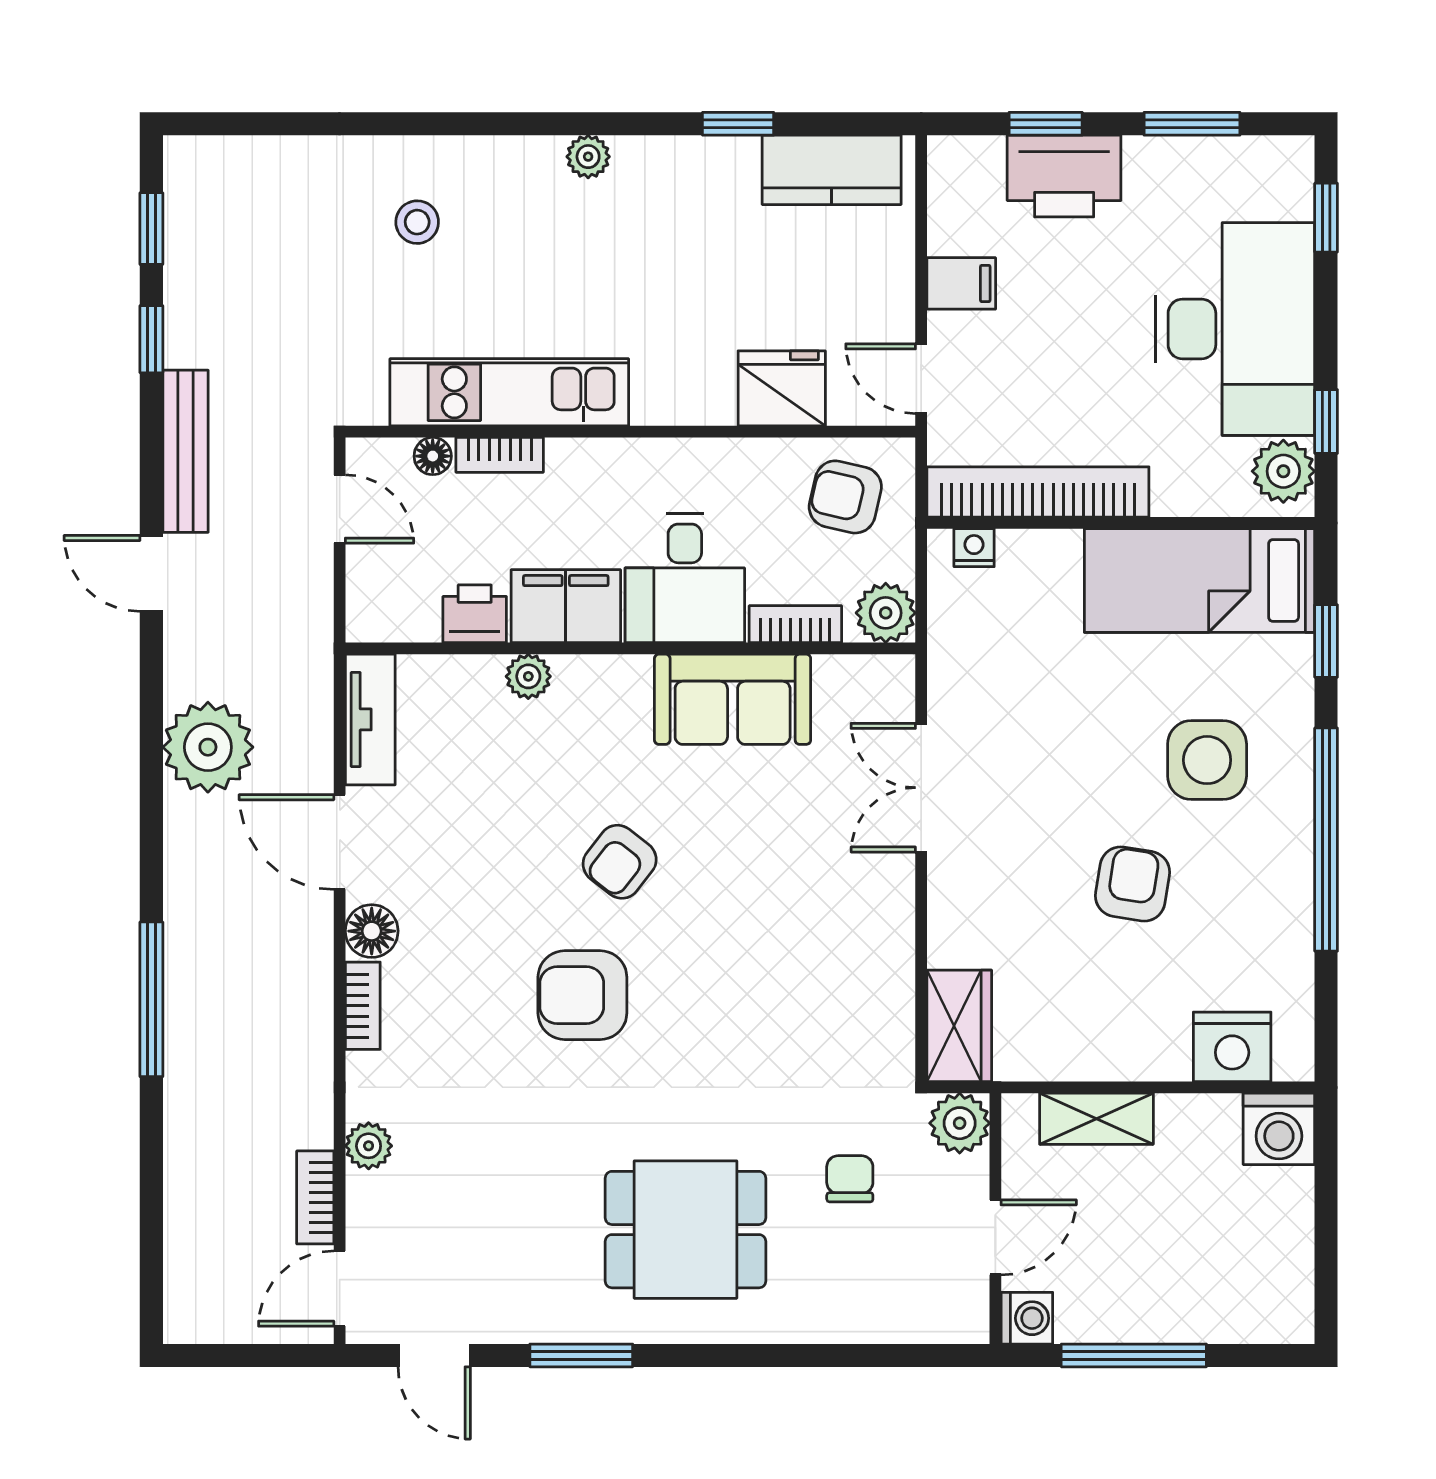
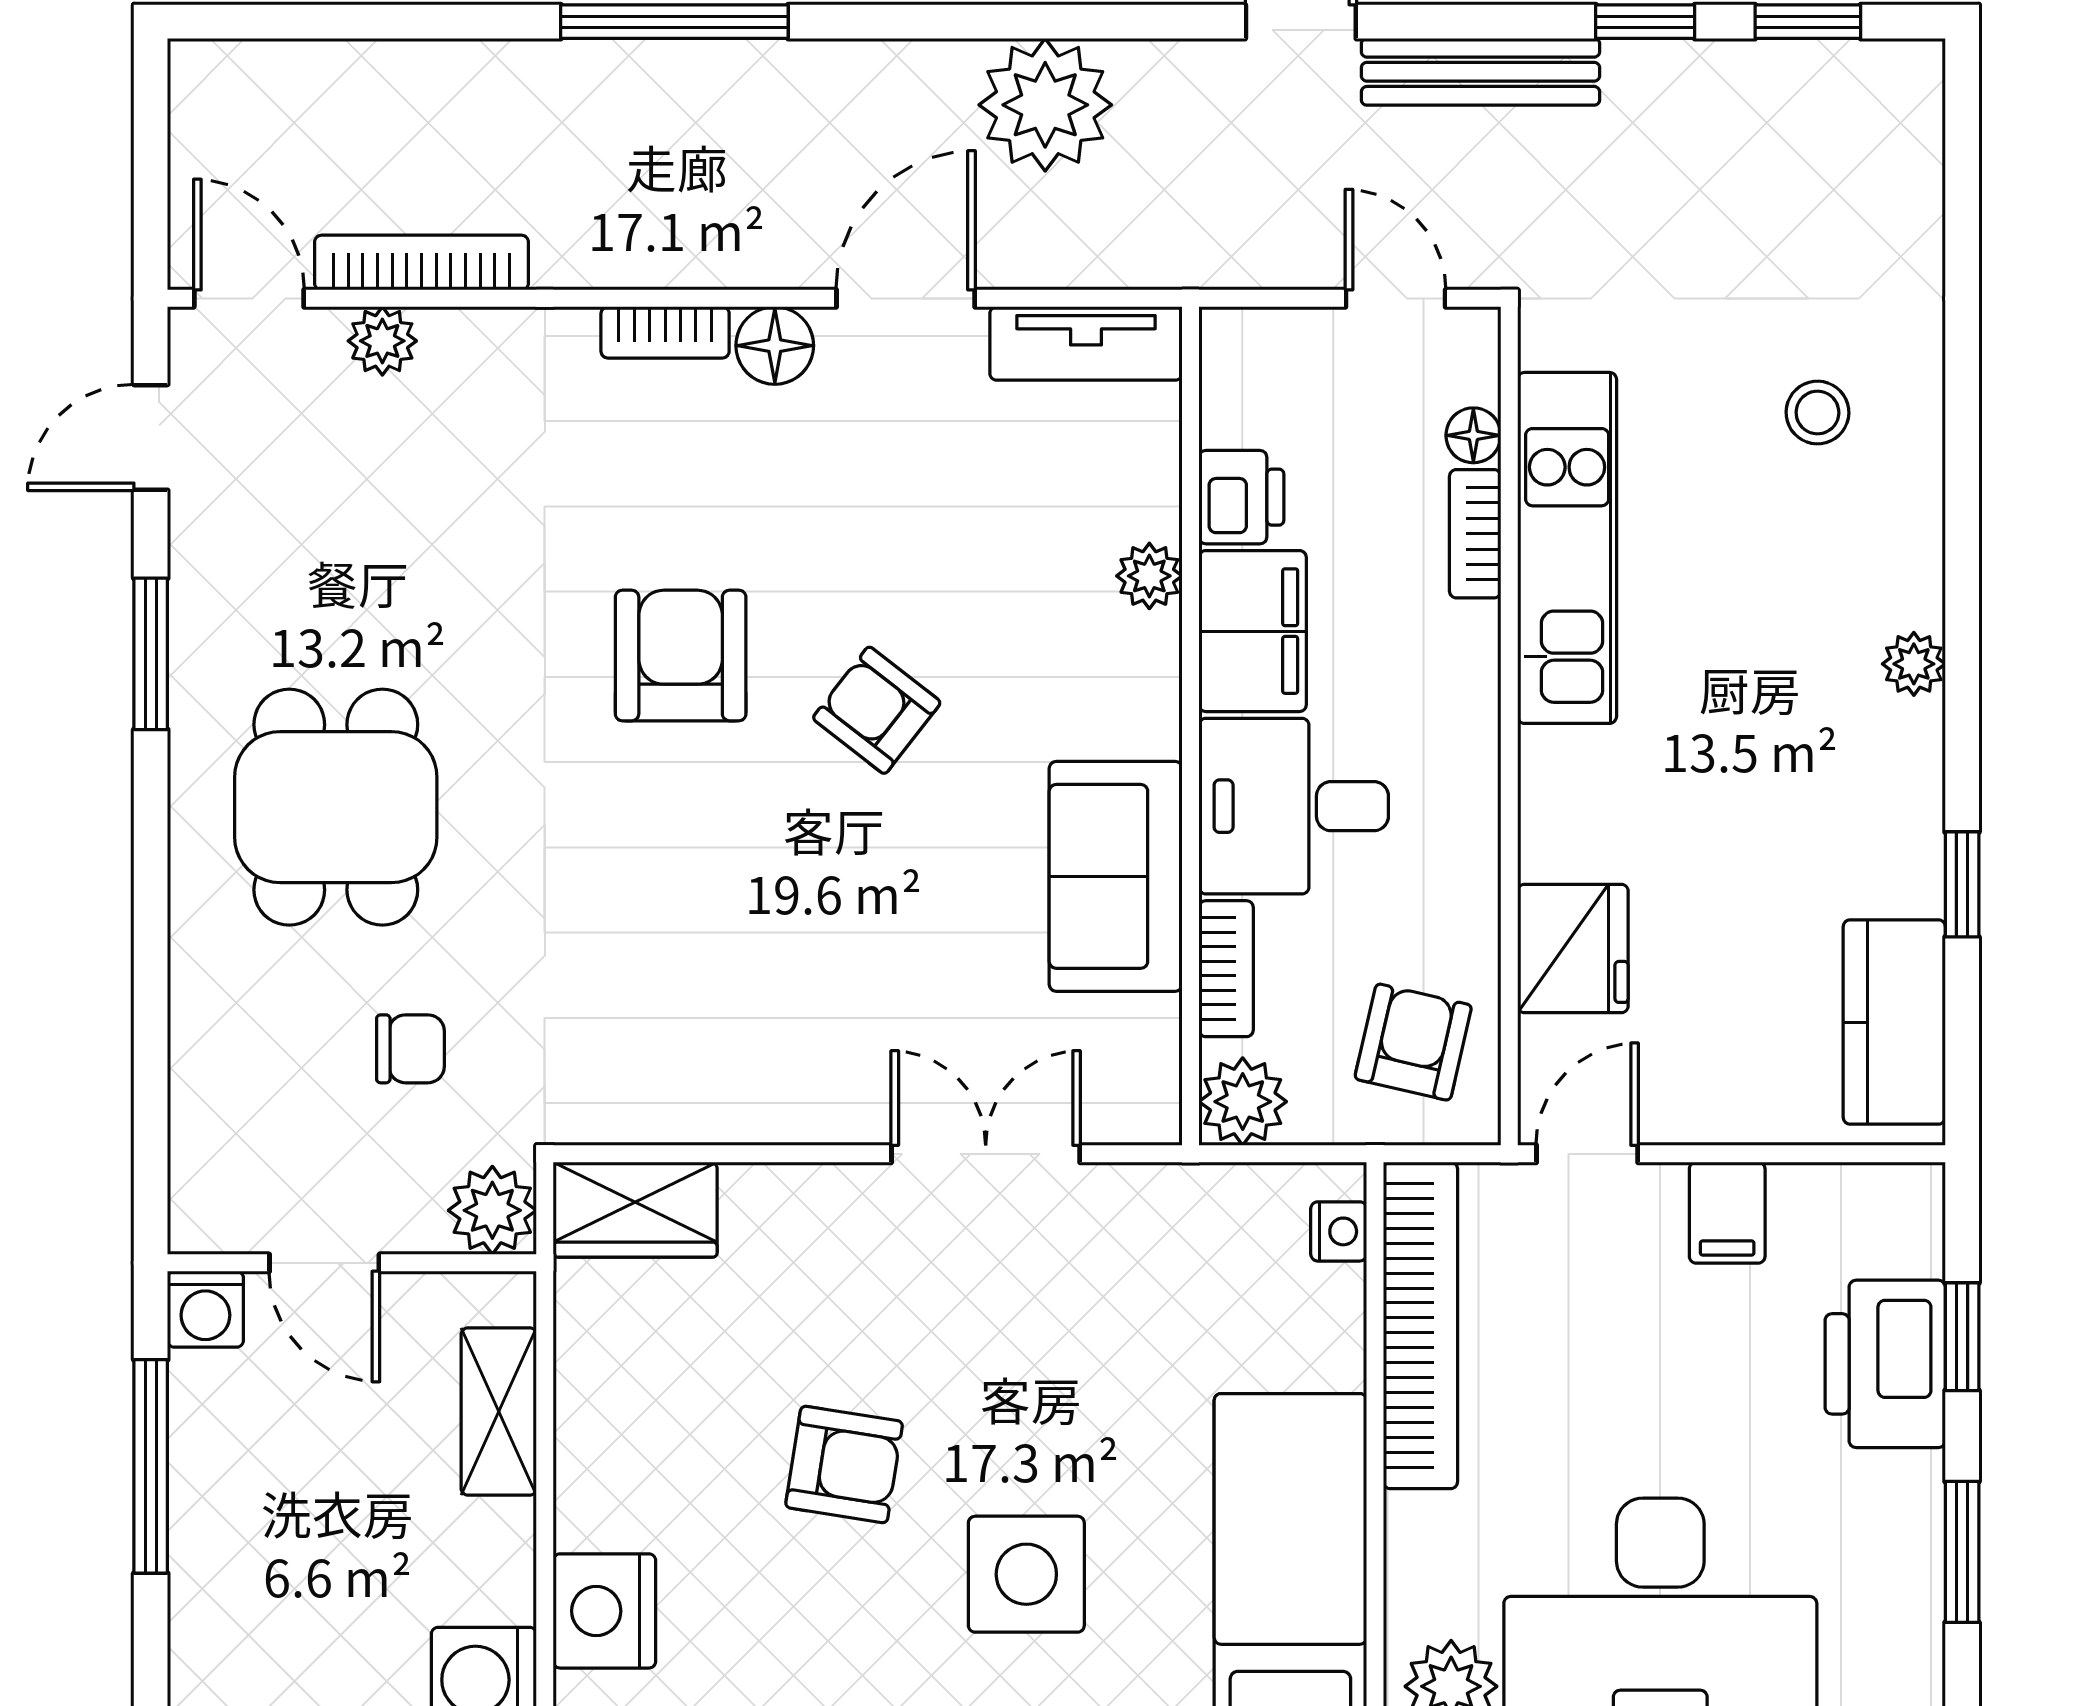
door: (340, 509) -> (1396, 298), swing flipped
plant: (369, 1146) -> (382, 341), moved
bookcase: (315, 1197) -> (422, 263), width x1.56

